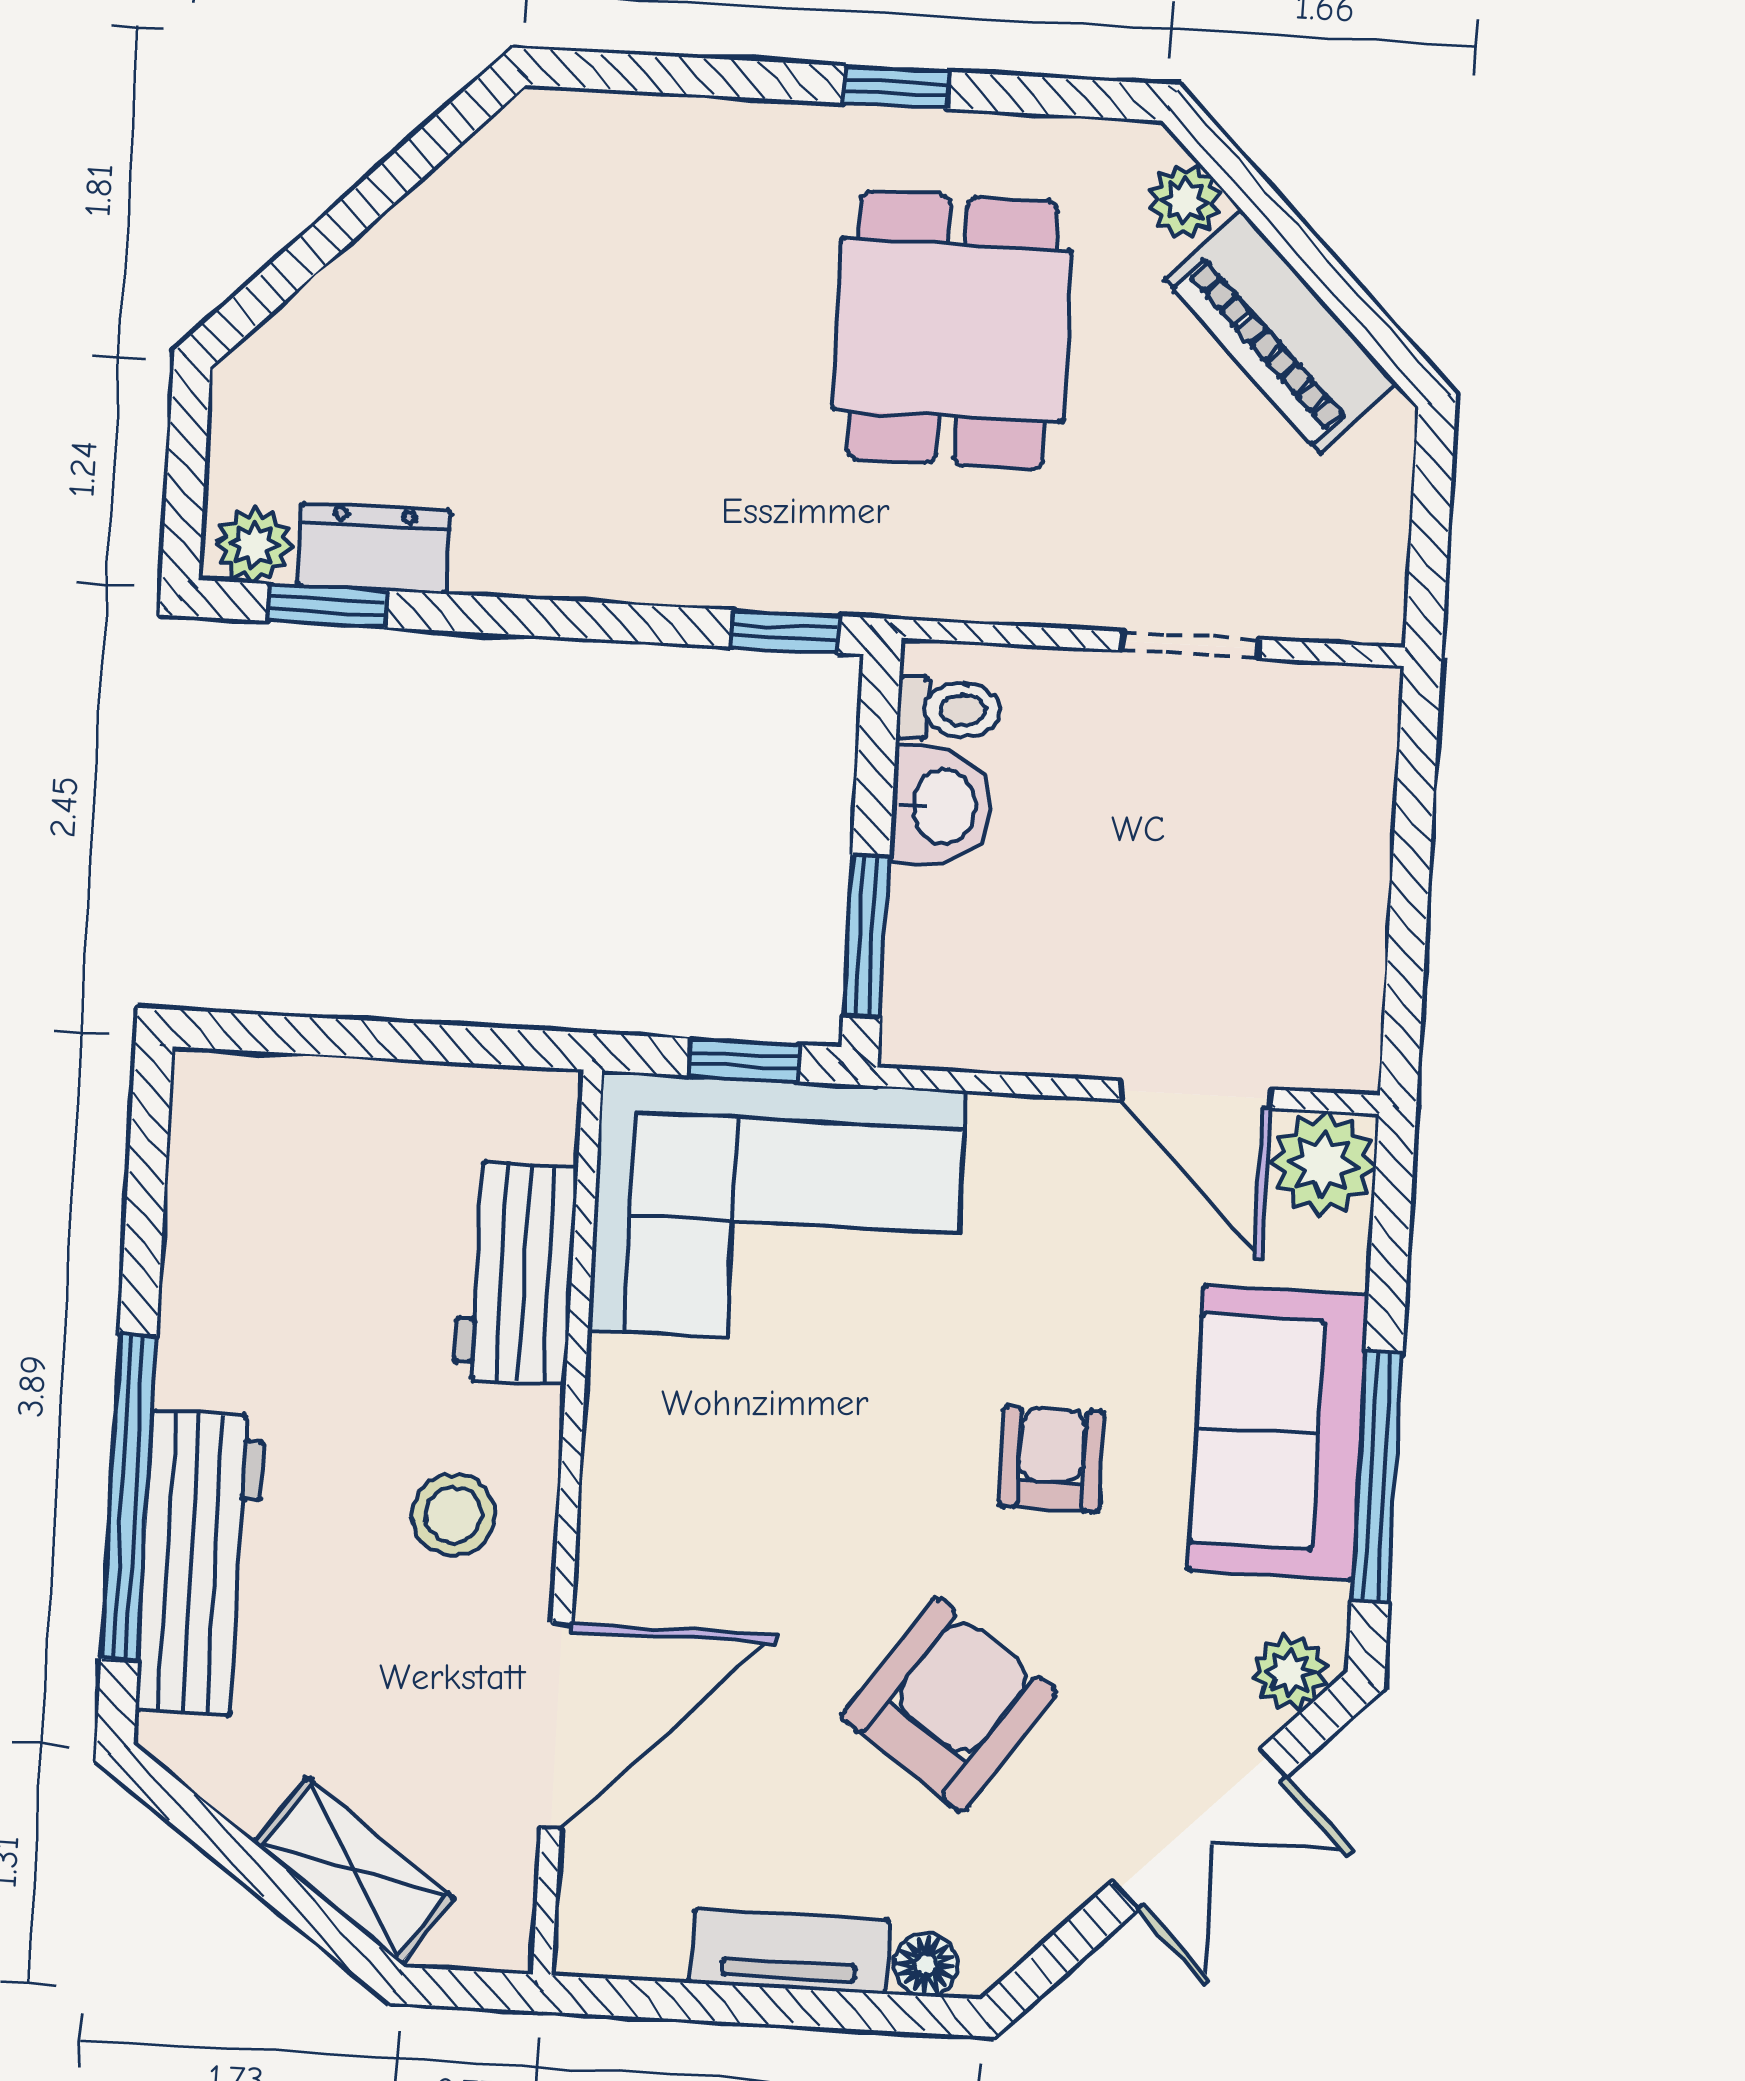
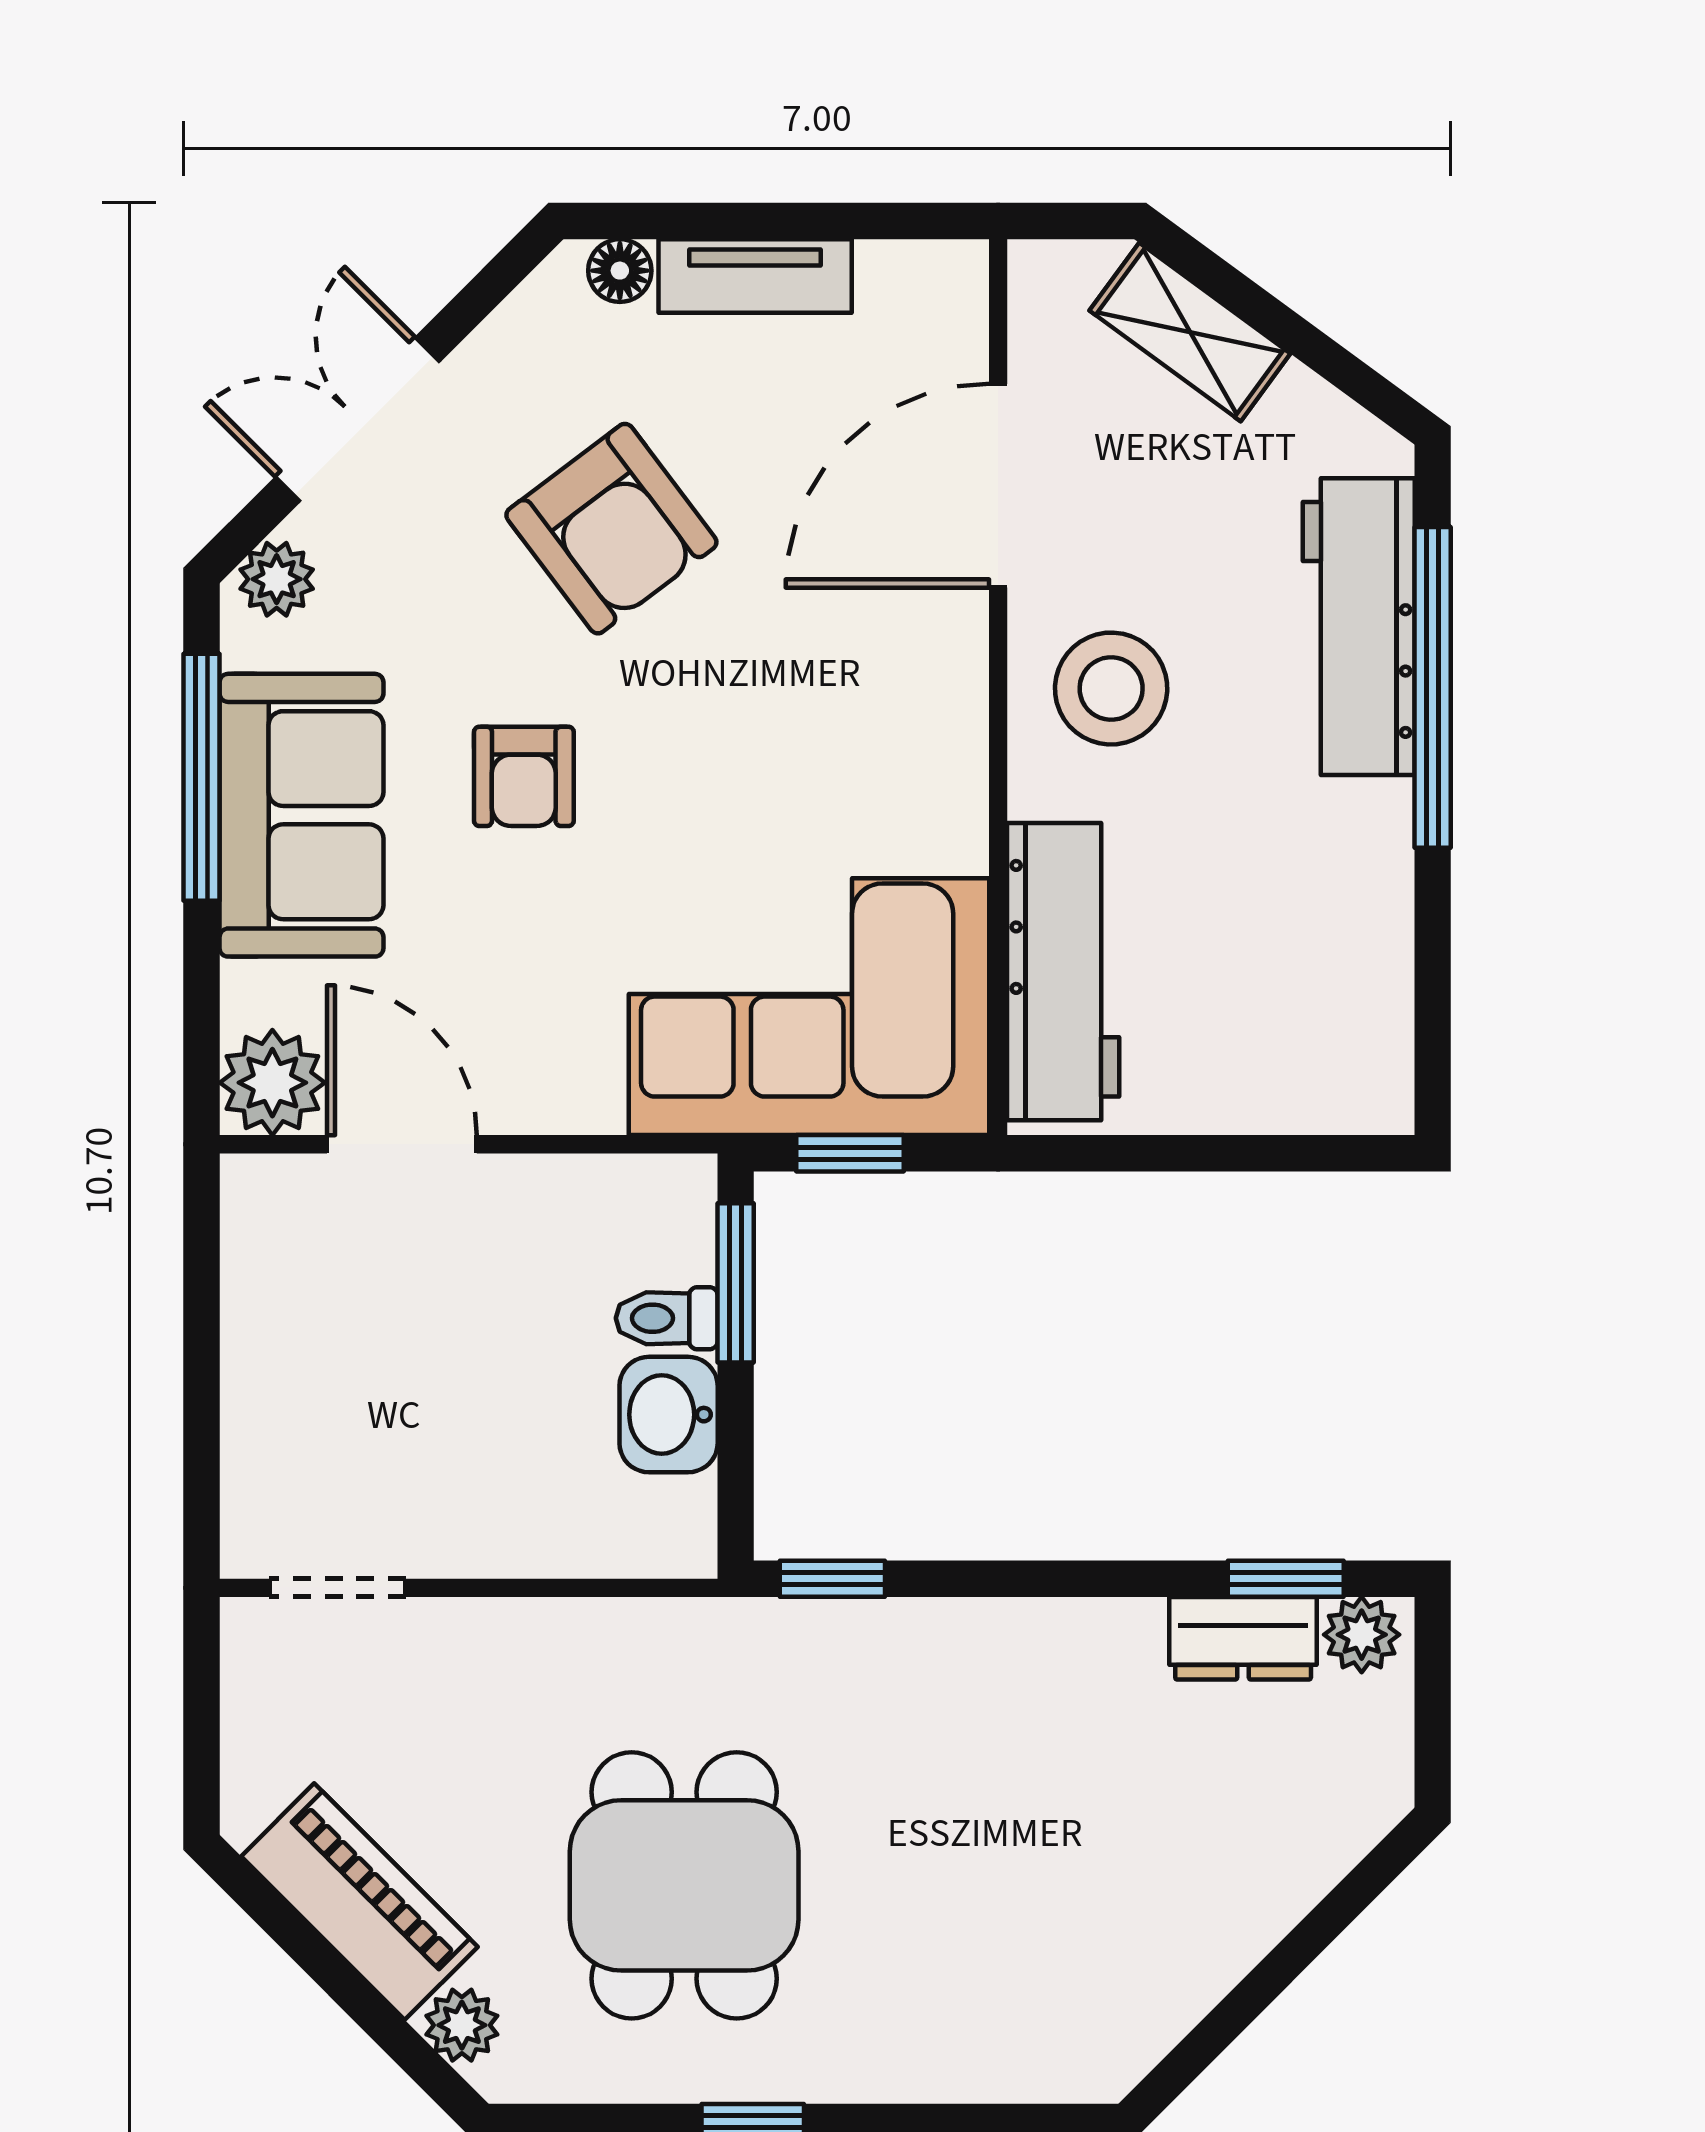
doorway: (1190, 645) -> (337, 1588), moved
toilet: (949, 709) -> (667, 1318), moved
workbench: (516, 1273) -> (1063, 972), width x1.38
stool: (453, 1515) -> (1111, 689), width x1.38, depth x1.38
armchair: (949, 1704) -> (611, 529), turned -72

